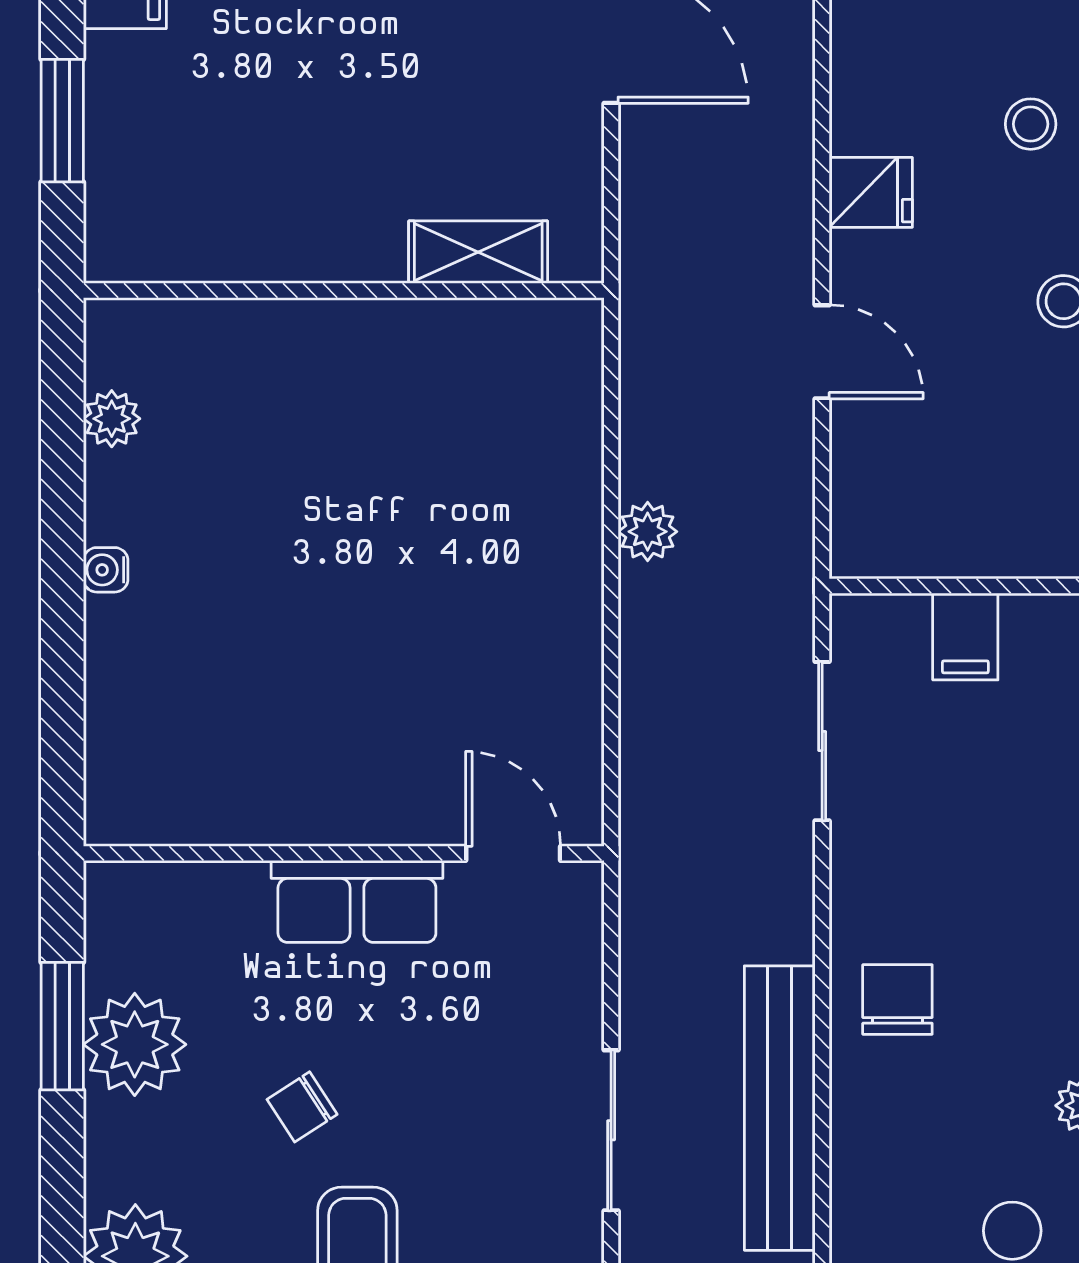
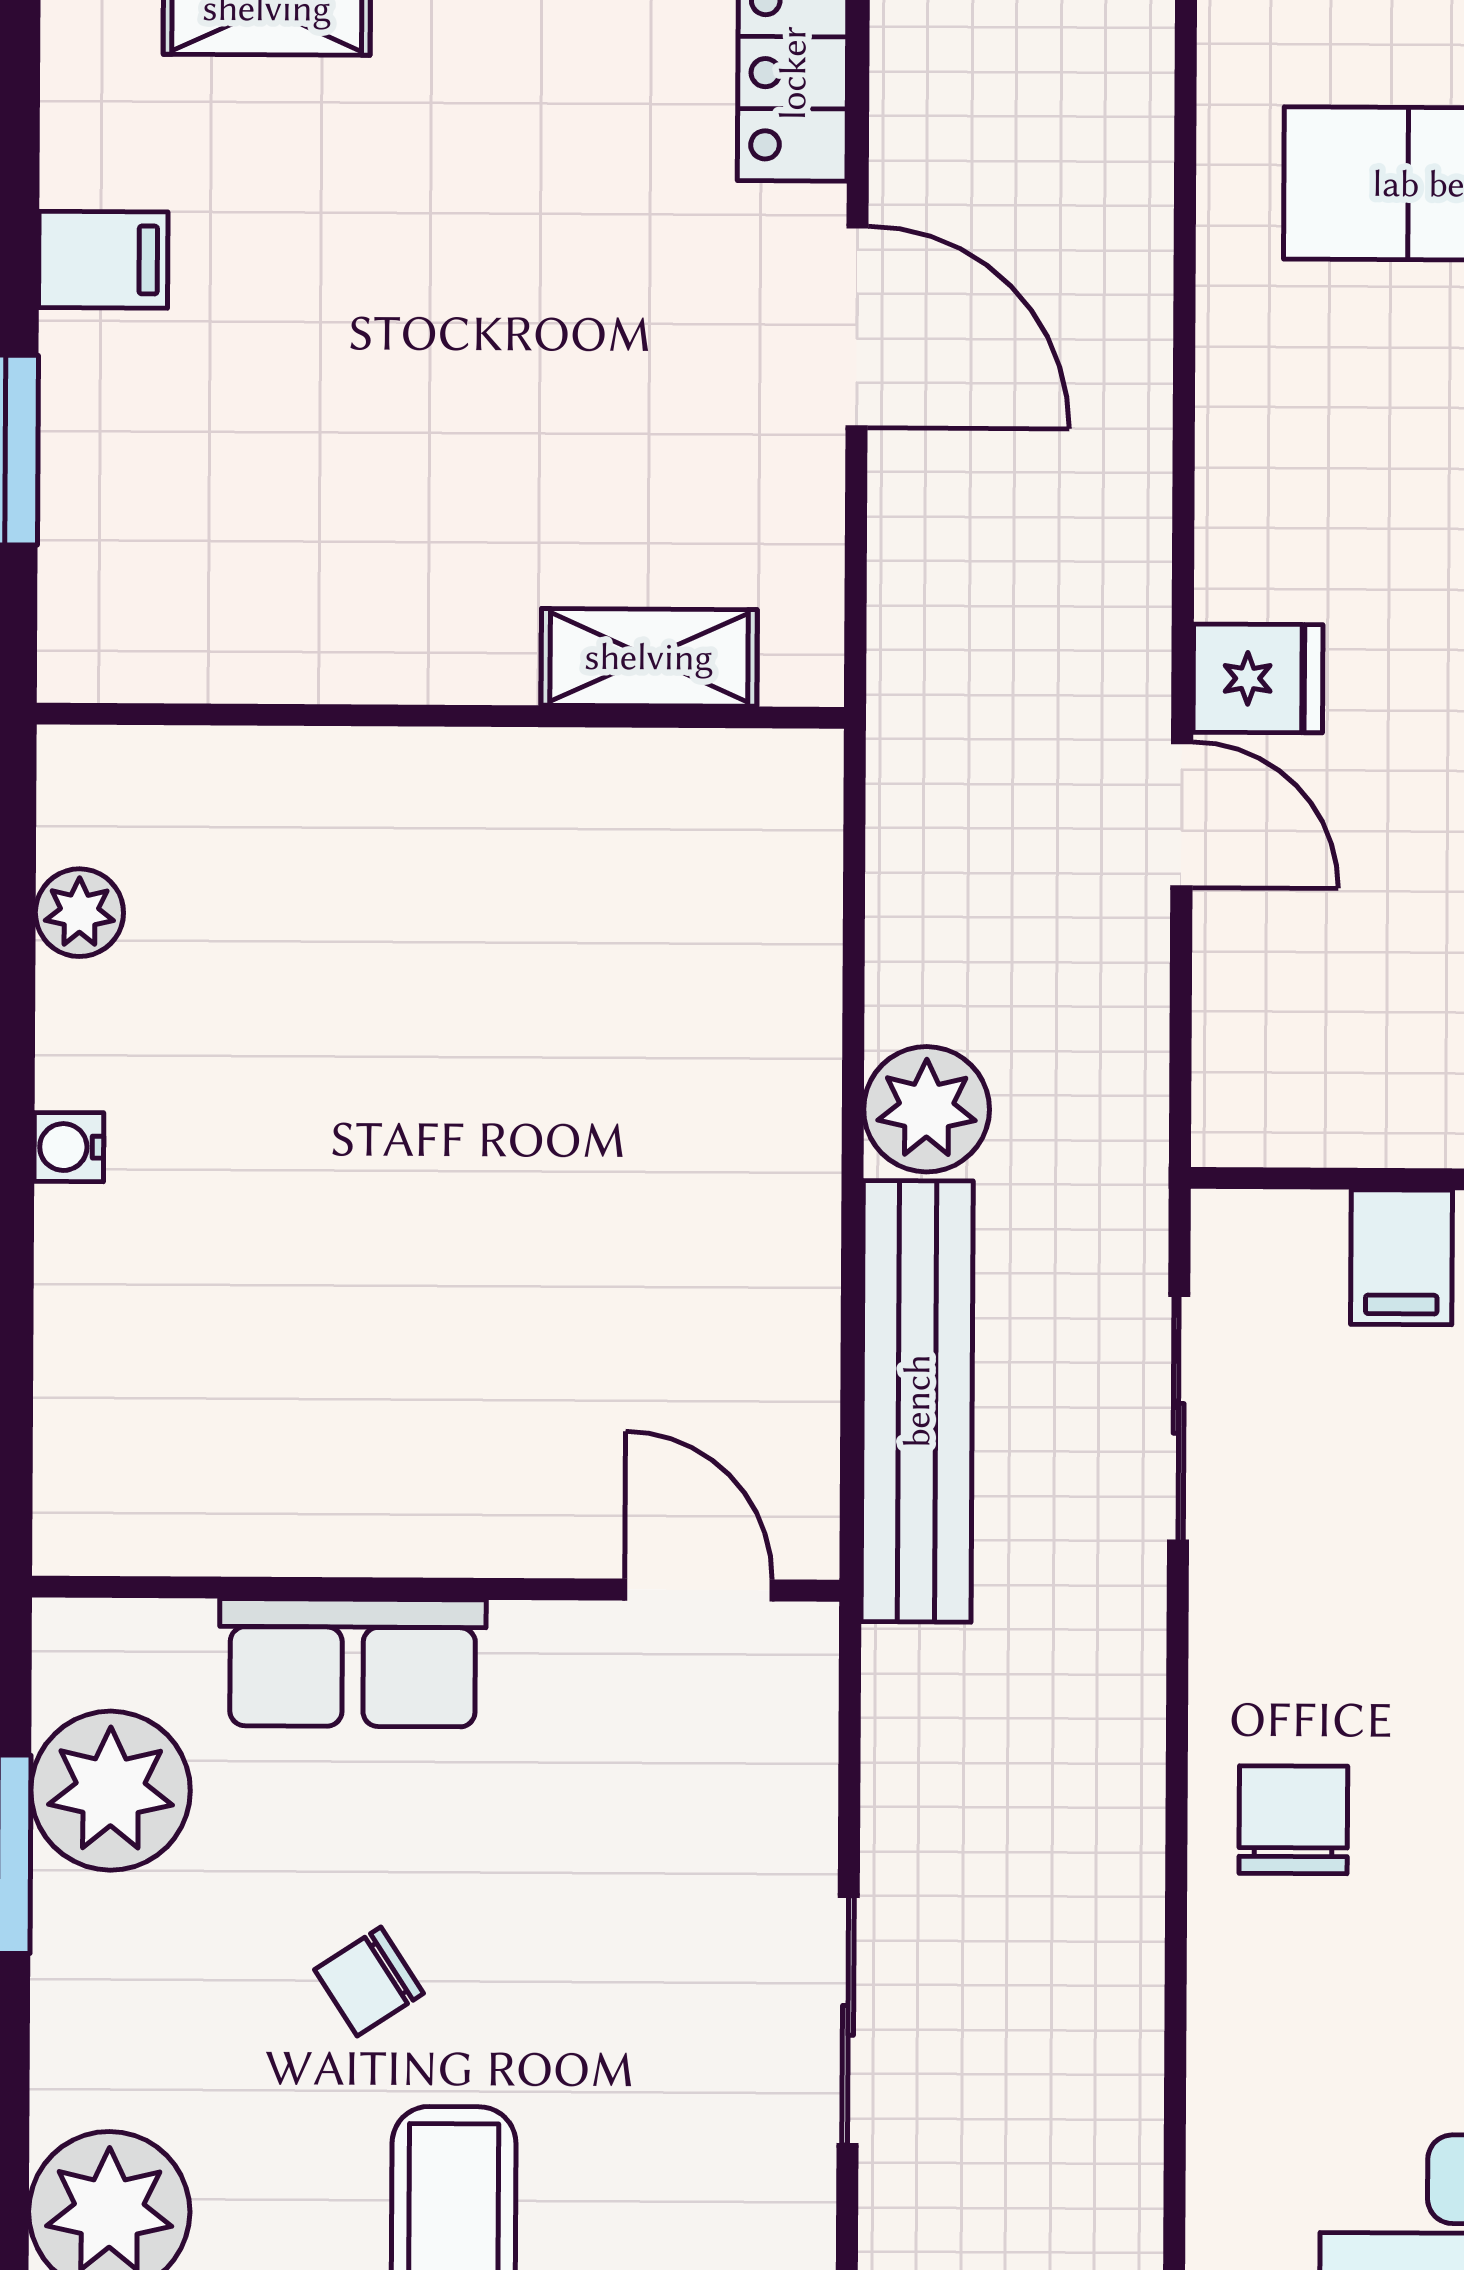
fridge: (871, 192) -> (1258, 678), moved
plant: (648, 532) -> (927, 1109), width x1.38, depth x1.38
row of seats: (357, 901) -> (353, 1663), moved
plant: (135, 1044) -> (111, 1791), moved
bench: (780, 1108) -> (917, 1401), moved

